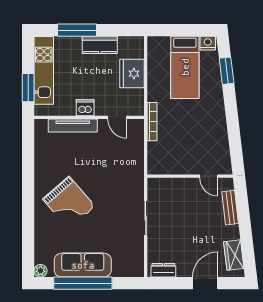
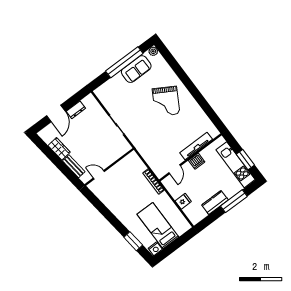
fridge: (132, 74) -> (183, 201), width x0.53, depth x0.75
window: (28, 88) -> (245, 160), moved
door: (117, 117) -> (175, 169), swing flipped
grand piano: (69, 203) -> (166, 101), turned -109
wardrobe: (234, 255) -> (59, 149), moved
sofa: (83, 265) -> (136, 69), width x0.73
dresser: (163, 270) -> (76, 110), moved

